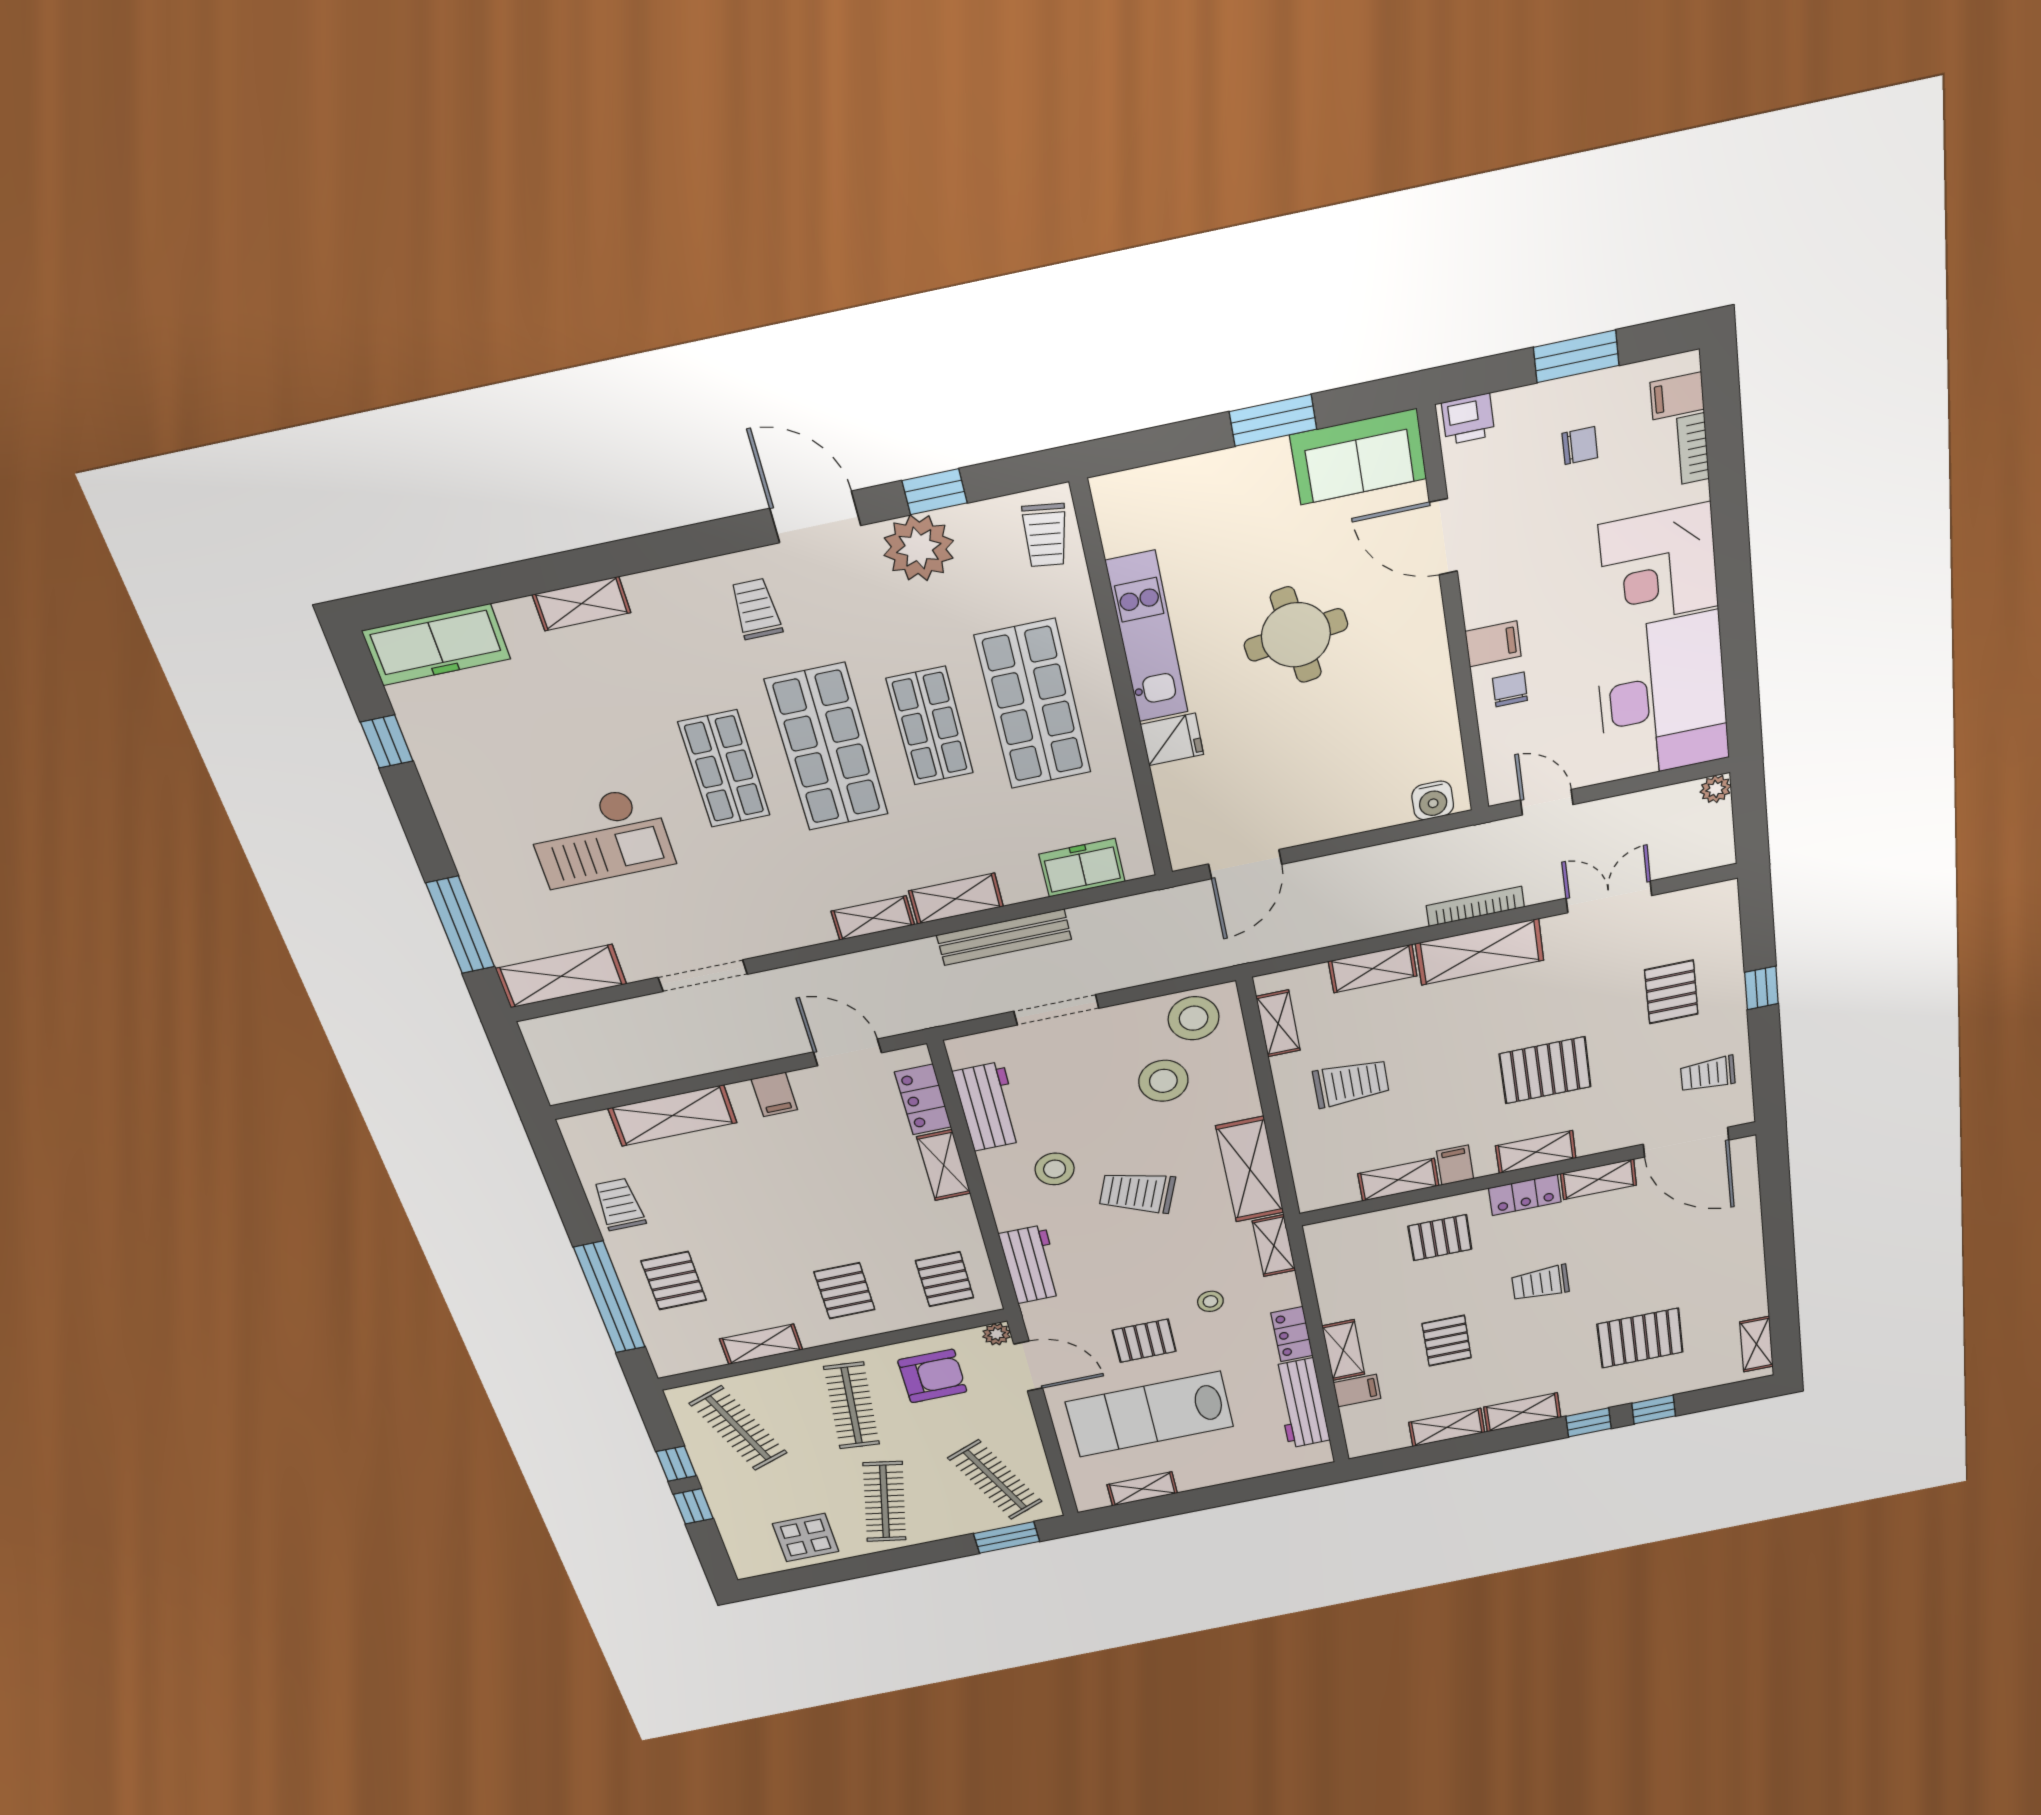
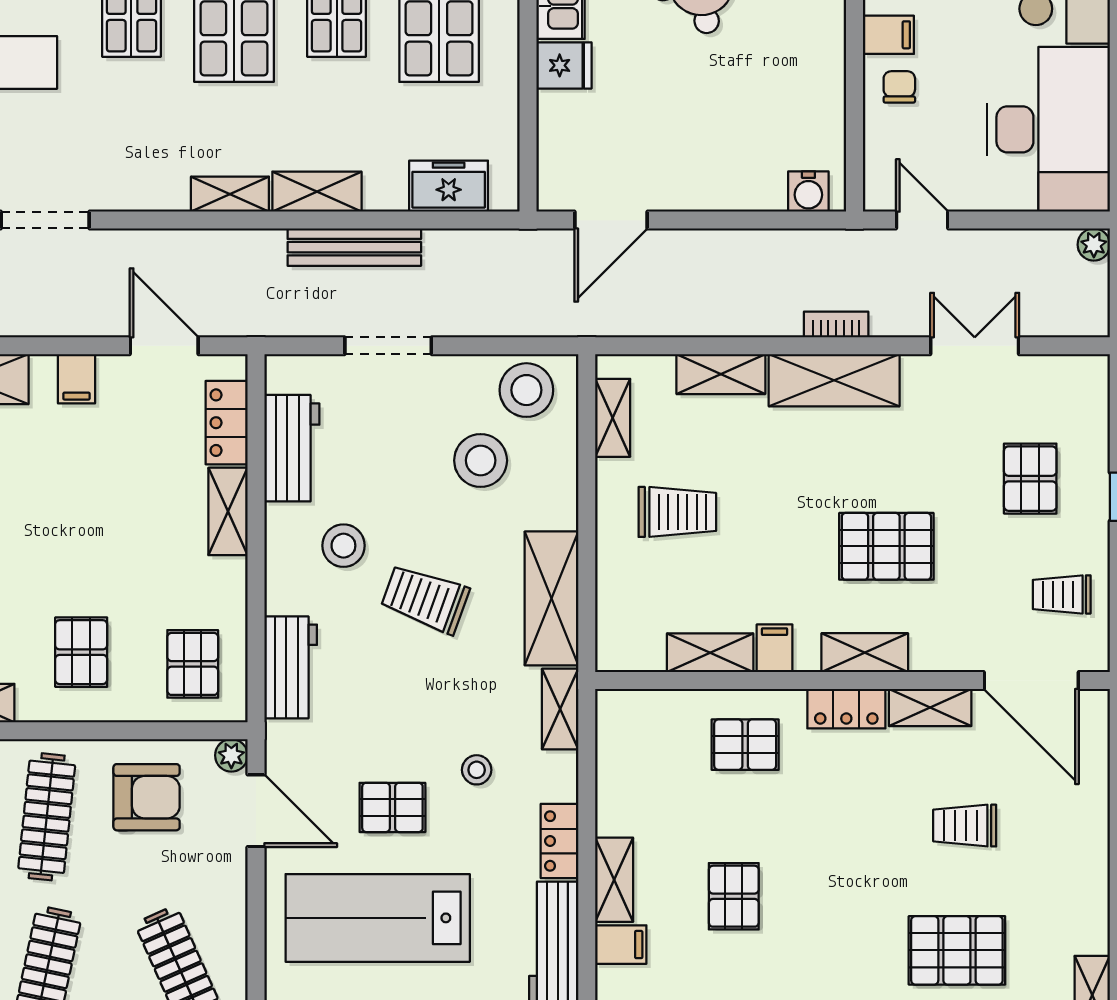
bookcase: (1475, 906) -> (836, 324), width x0.64
trolley: (1540, 1283) -> (965, 826), moved

